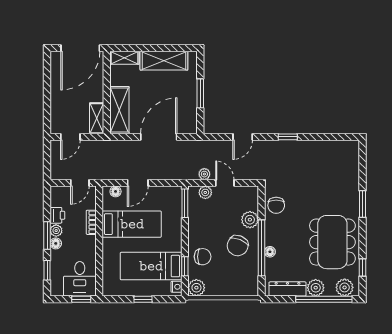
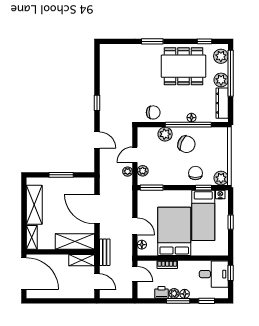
bench: (106, 146) -> (105, 252), added
bed: (132, 224) -> (174, 231), width x1.50

